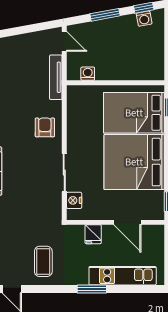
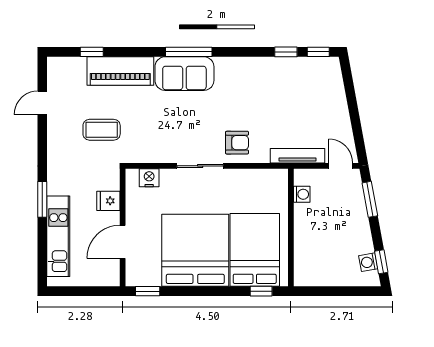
window: (105, 15) -> (370, 199), moved
door: (64, 41) -> (341, 166), swing flipped
sliding door: (64, 173) -> (200, 166), moved
coffee table: (43, 261) -> (102, 130), moved

